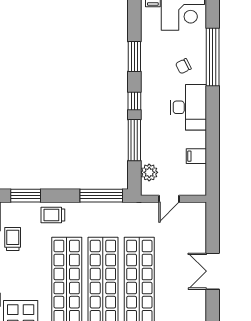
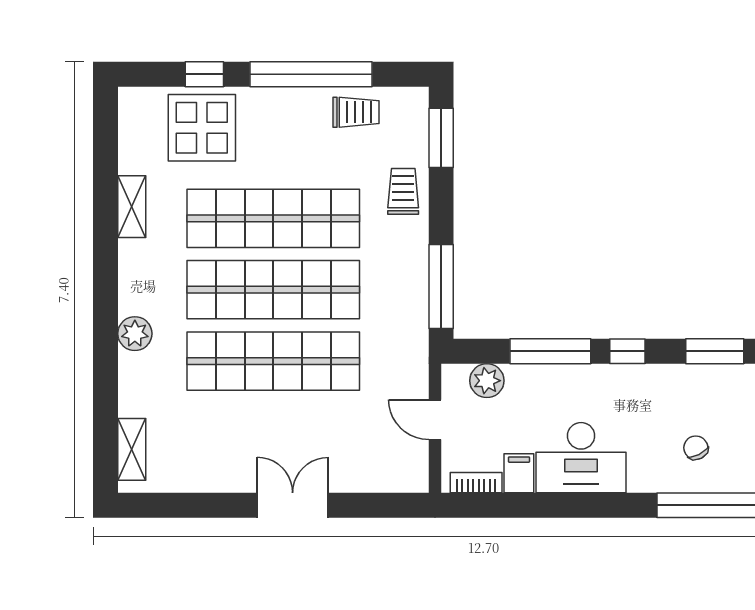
desk: (188, 107) -> (581, 458), moved
bookcase: (201, 178) -> (476, 483), added

